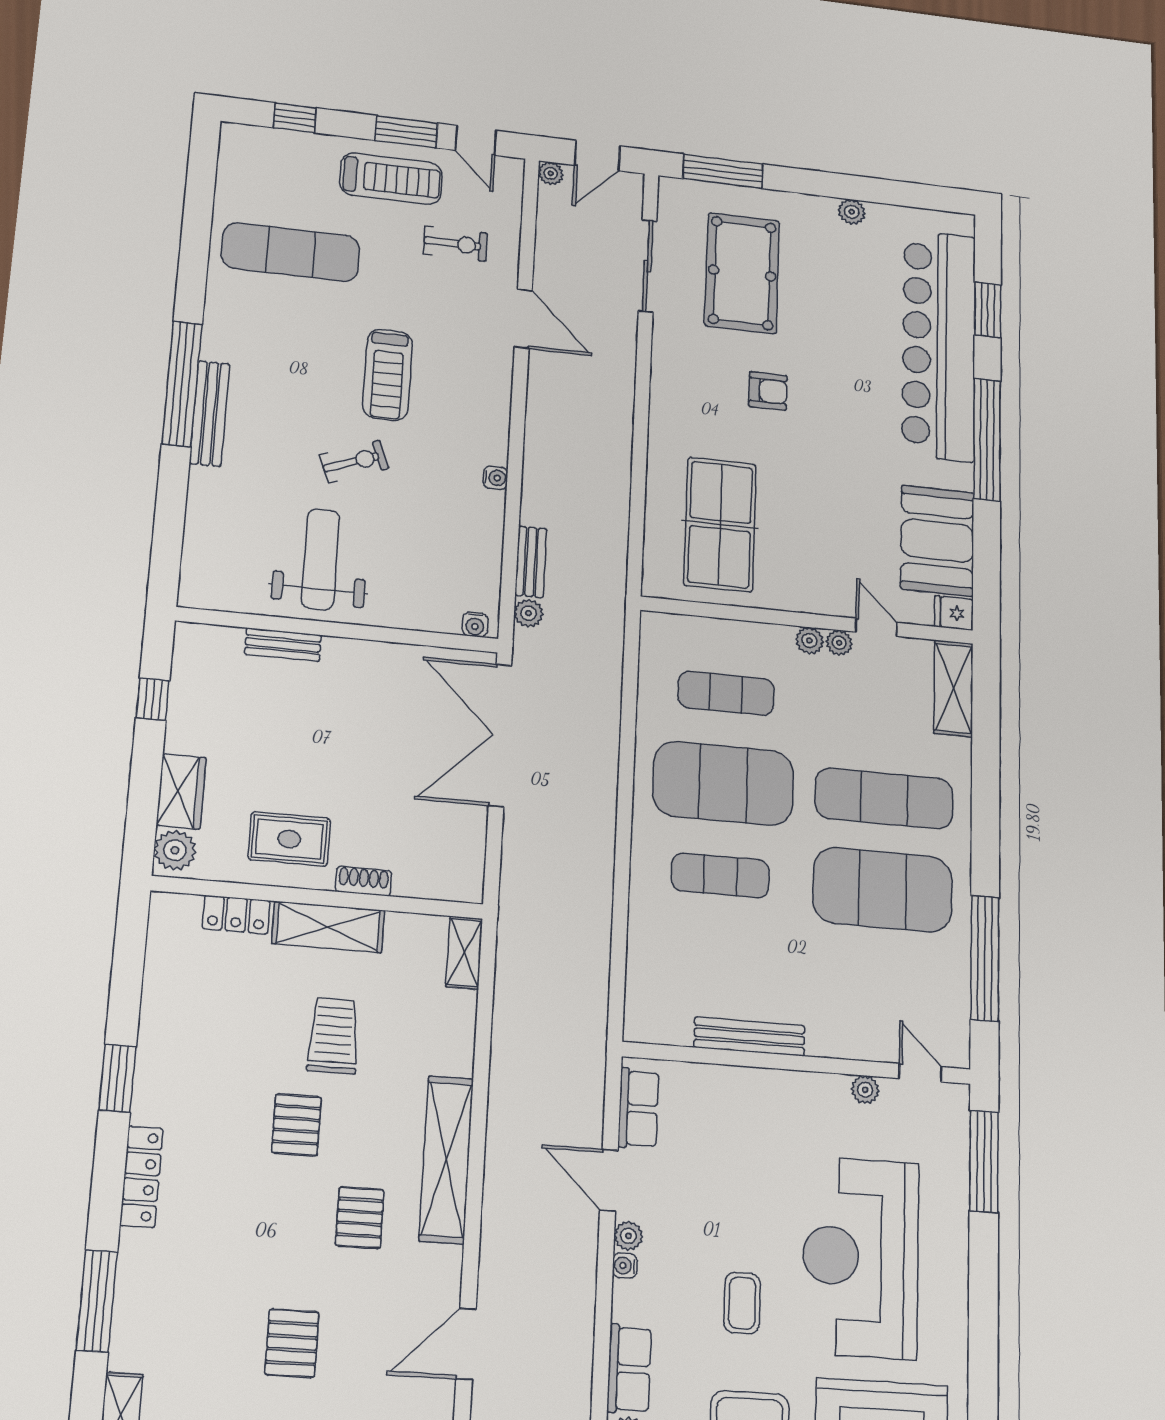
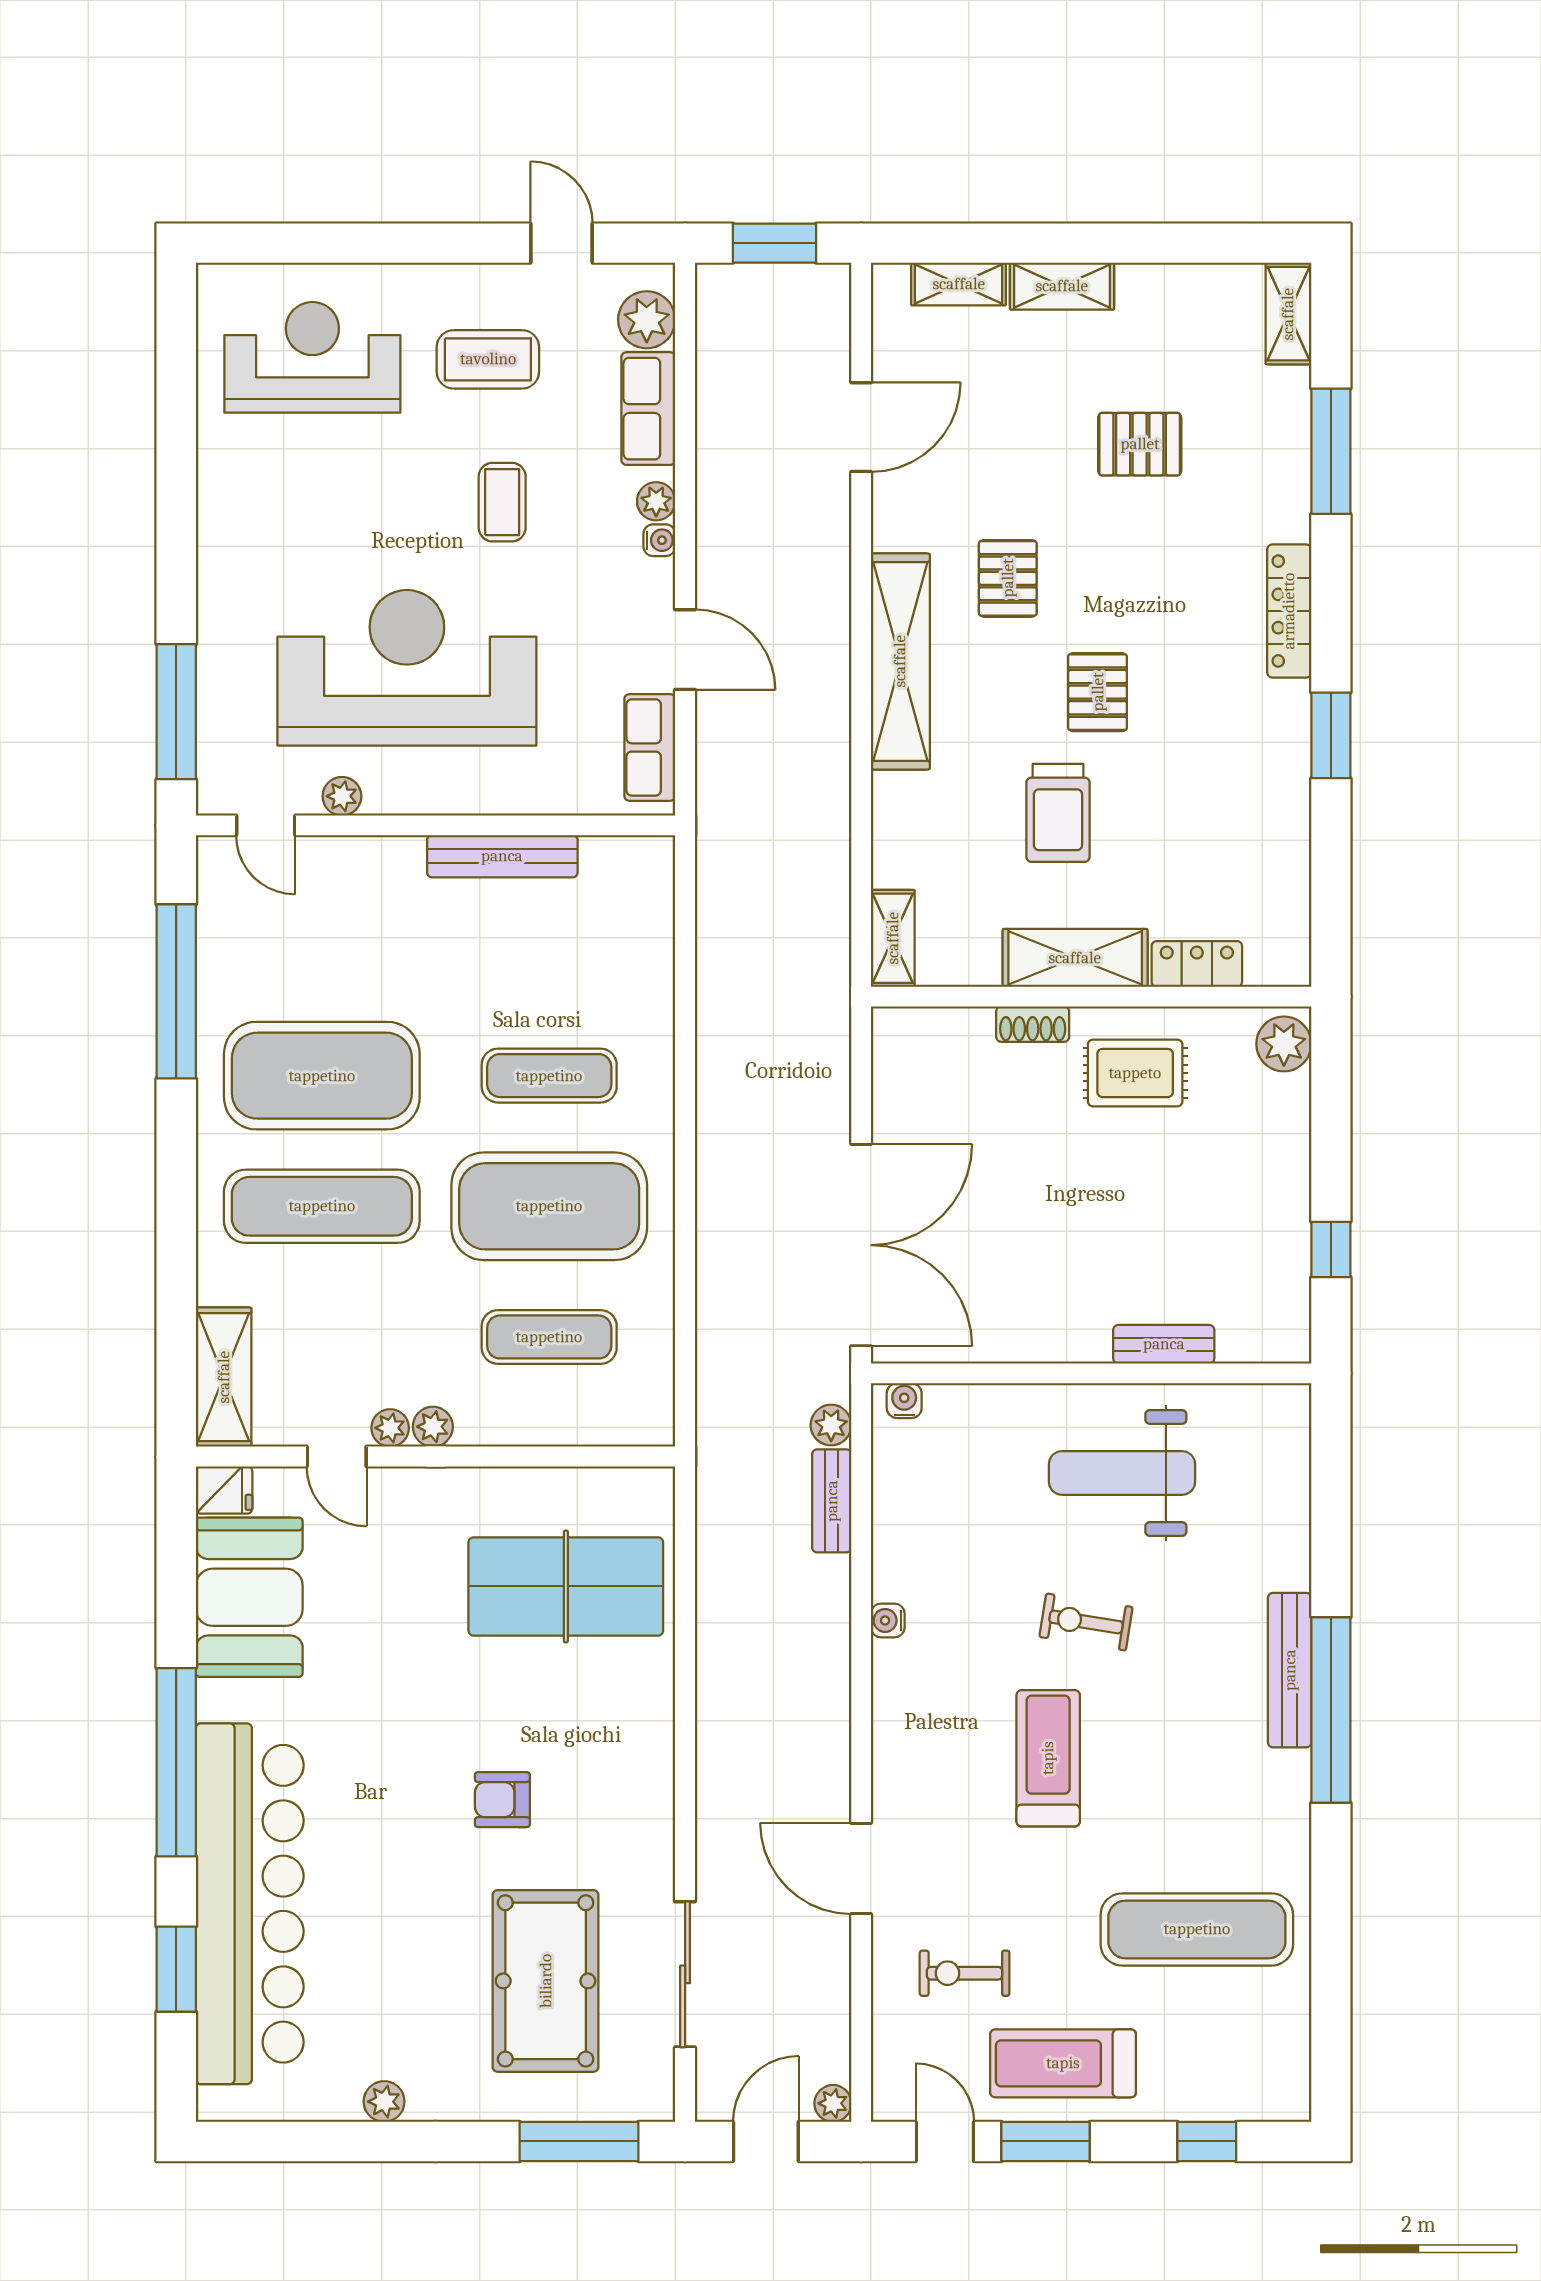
exercise bike: (354, 462) -> (1086, 1622), turned 30
table tennis table: (720, 525) -> (566, 1586), turned 90
weight bench: (321, 559) -> (1122, 1473), turned 90
wardrobe: (181, 791) -> (1282, 1125), removed
plant: (628, 1236) -> (656, 501), moved
reception desk: (861, 1257) -> (407, 668), moved, turned -90
pallet: (292, 1343) -> (1140, 444), moved, turned 90

